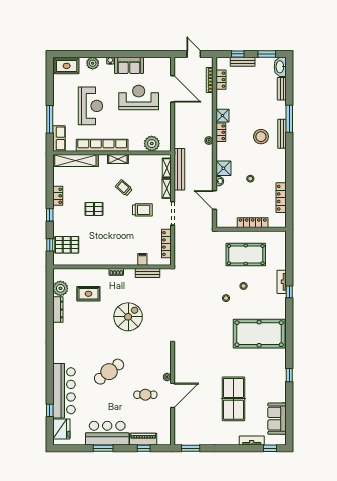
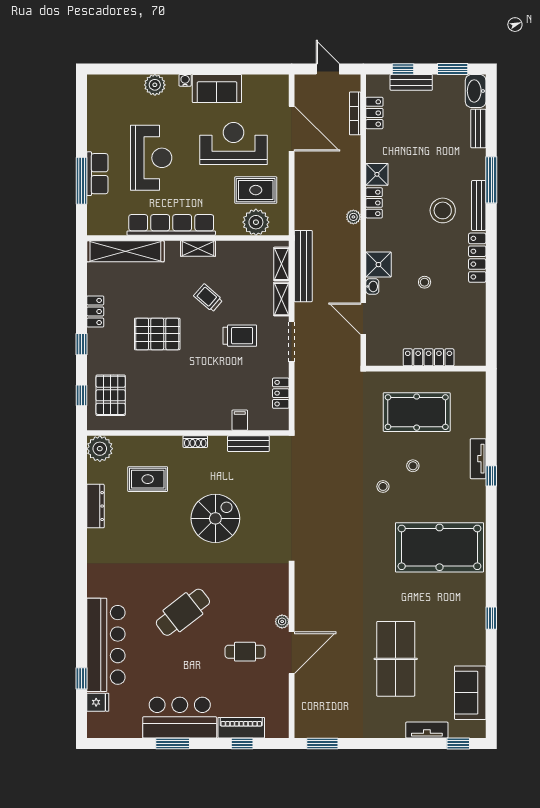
rug: (67, 66) -> (256, 190), moved
row of seats: (59, 138) -> (97, 174), moved
locker: (281, 198) -> (477, 258), moved
pallet: (94, 209) -> (157, 334), width x1.50, depth x1.42
locker: (166, 244) -> (281, 393), width x0.66
pallet: (67, 245) -> (111, 395), turned 90
plant: (60, 288) -> (100, 449), moved
fridge: (61, 429) -> (98, 702), width x0.53, depth x0.75

